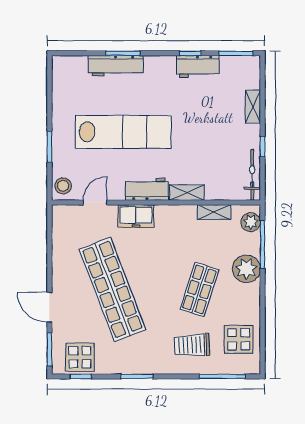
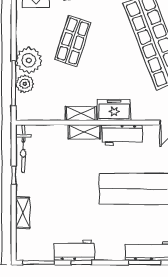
shelving: (214, 212) -> (81, 114), moved
freezer: (136, 216) -> (114, 110), moved
plant: (251, 222) -> (25, 84), moved

